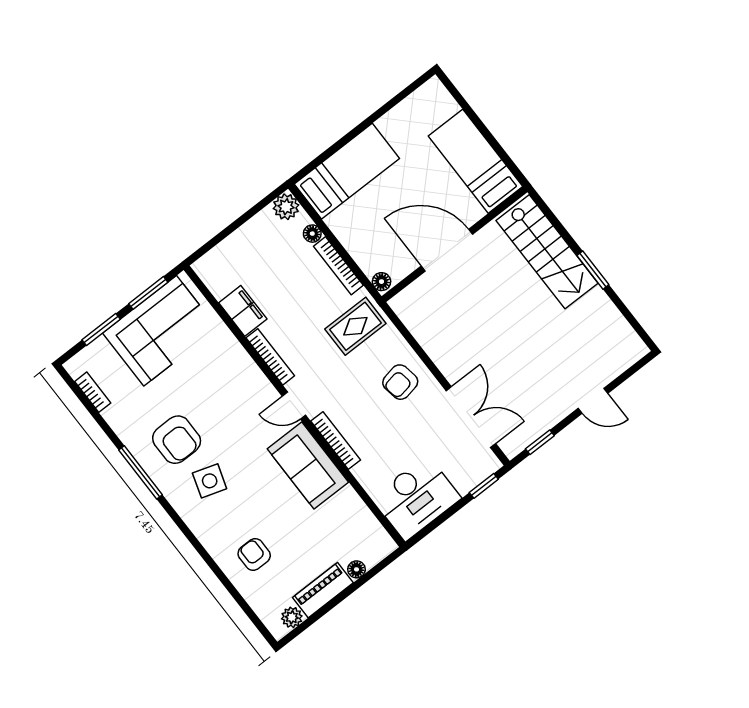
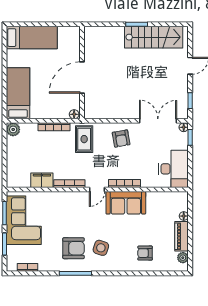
bed: (476, 161) -> (32, 38), moved, turned 180
floor lamp: (312, 234) -> (184, 127), moved
stairs: (547, 252) -> (154, 37), moved

